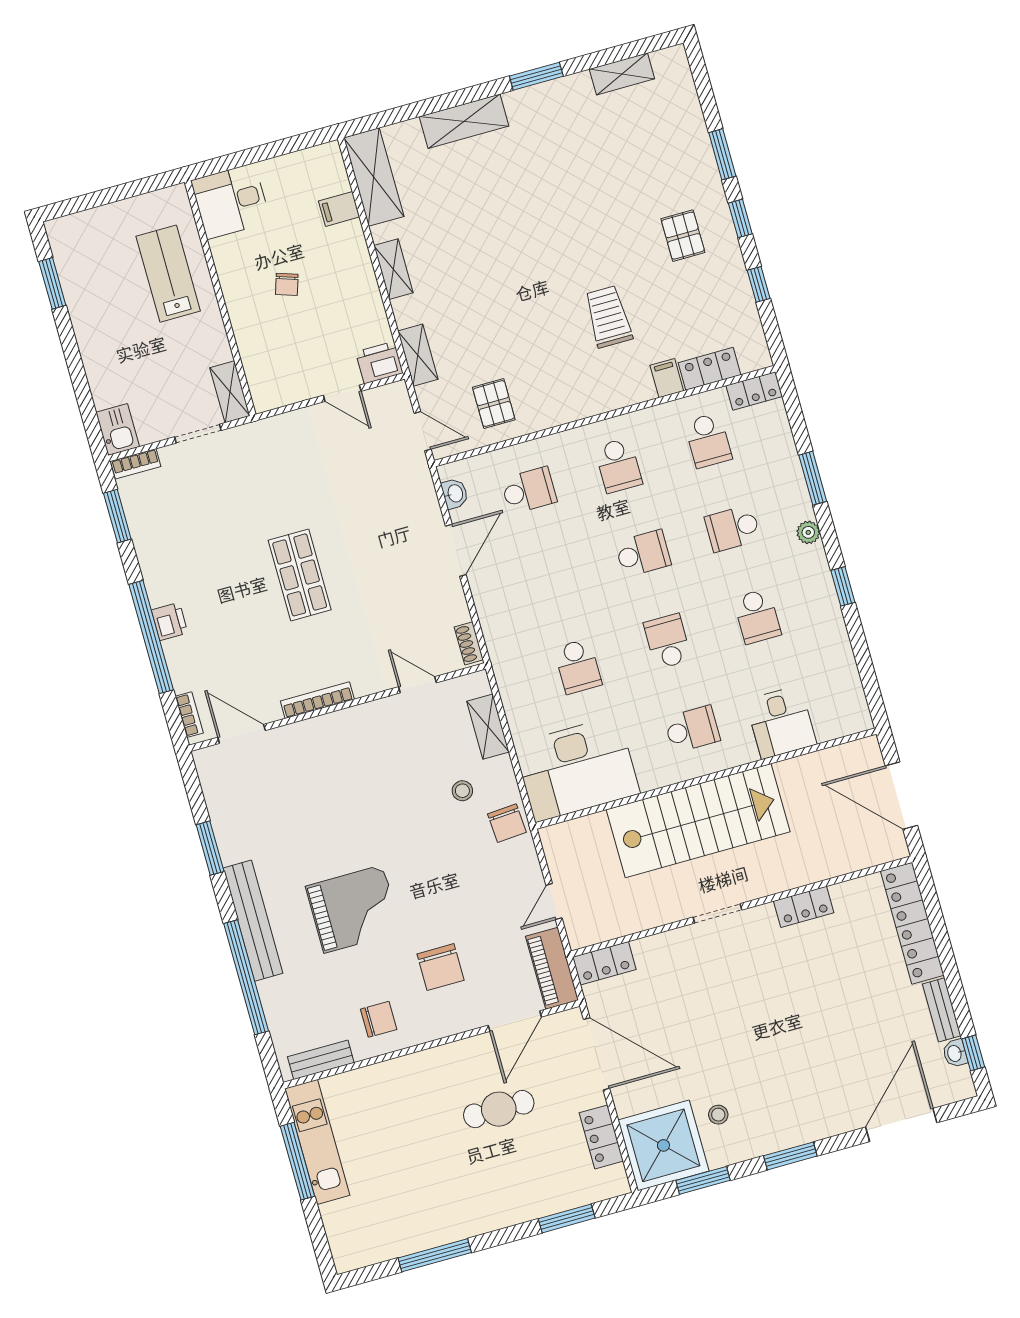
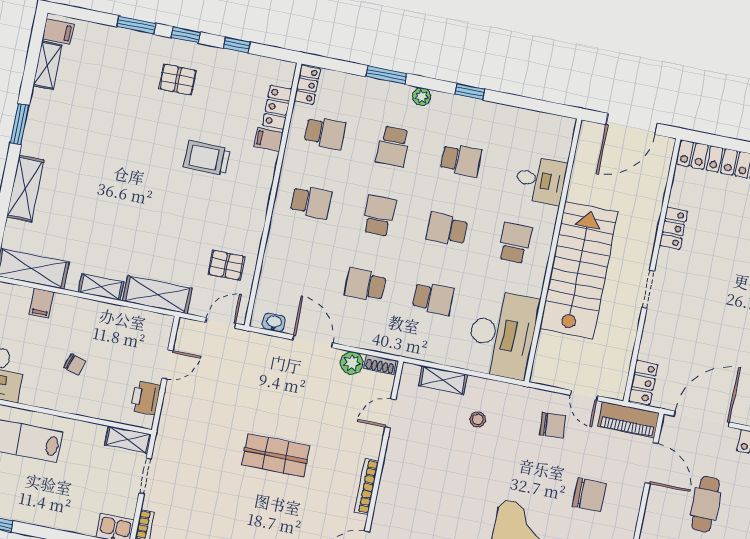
filing cabinet: (668, 66) -> (58, 32), added
shelving: (418, 355) -> (157, 295), width x1.50, depth x1.33
printer: (379, 362) -> (145, 398), moved
school desk: (529, 490) -> (365, 285), moved, turned -90
plant: (454, 609) -> (352, 363), added
chair: (507, 823) -> (553, 425), moved

